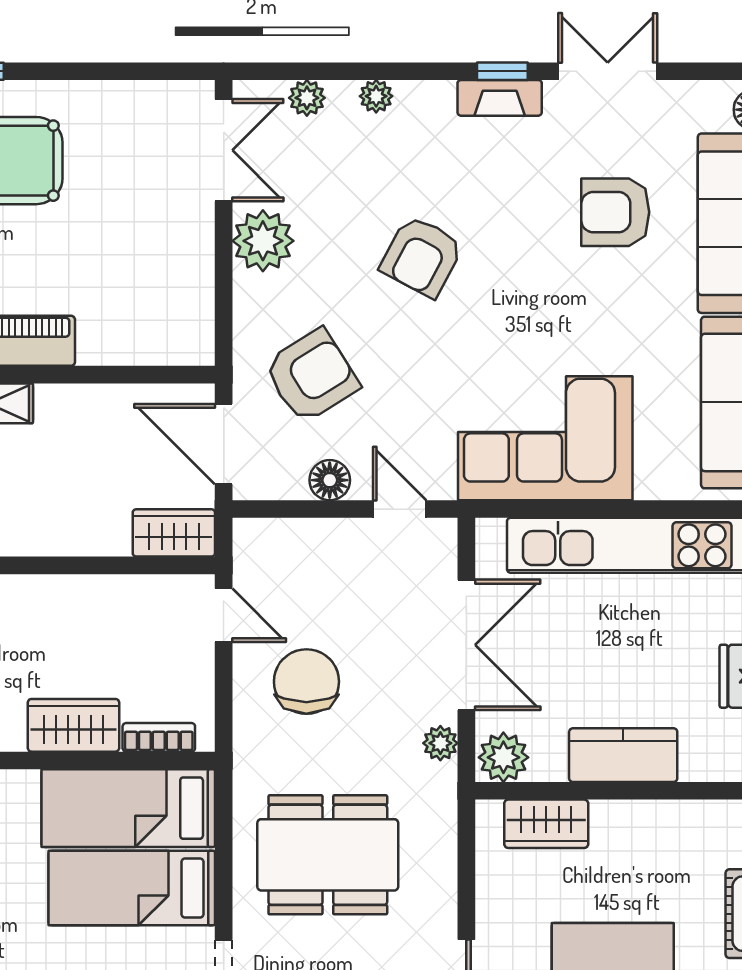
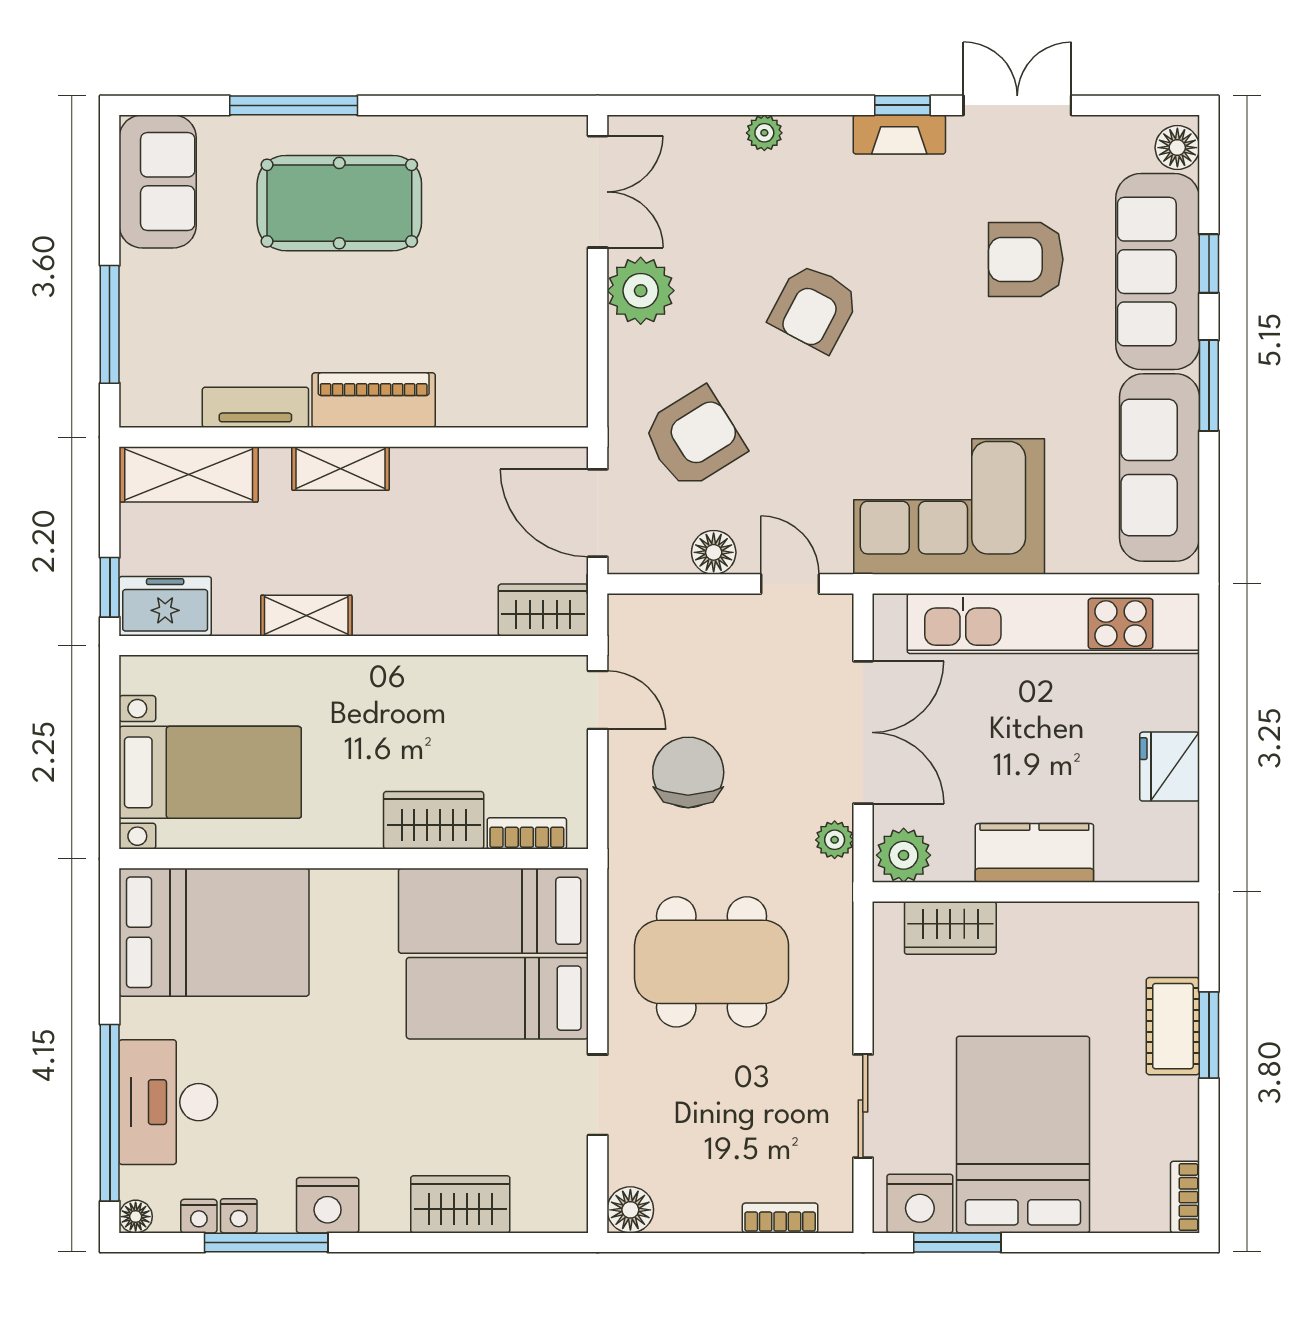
plant: (307, 98) -> (689, 135), removed

